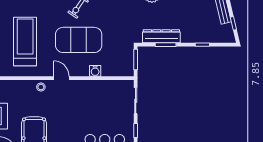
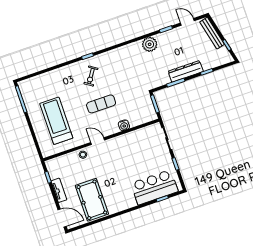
dresser: (161, 36) -> (186, 71), moved
exercise mat: (79, 40) -> (101, 104), width x0.50, depth x0.69

